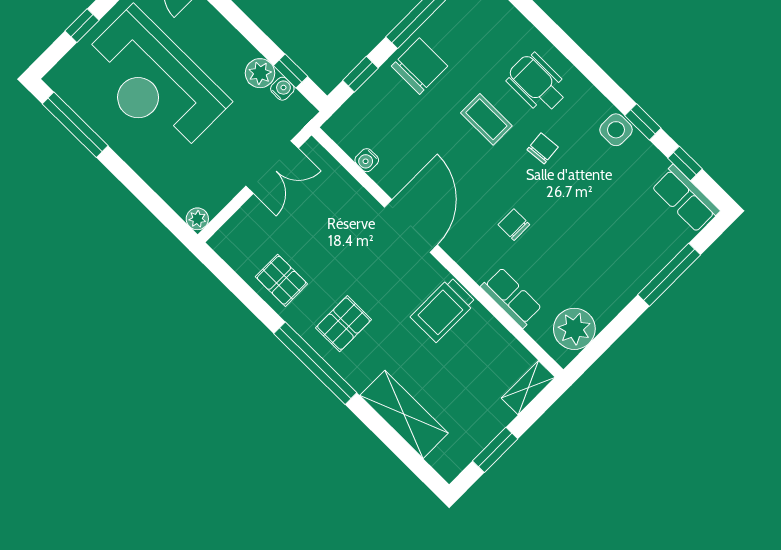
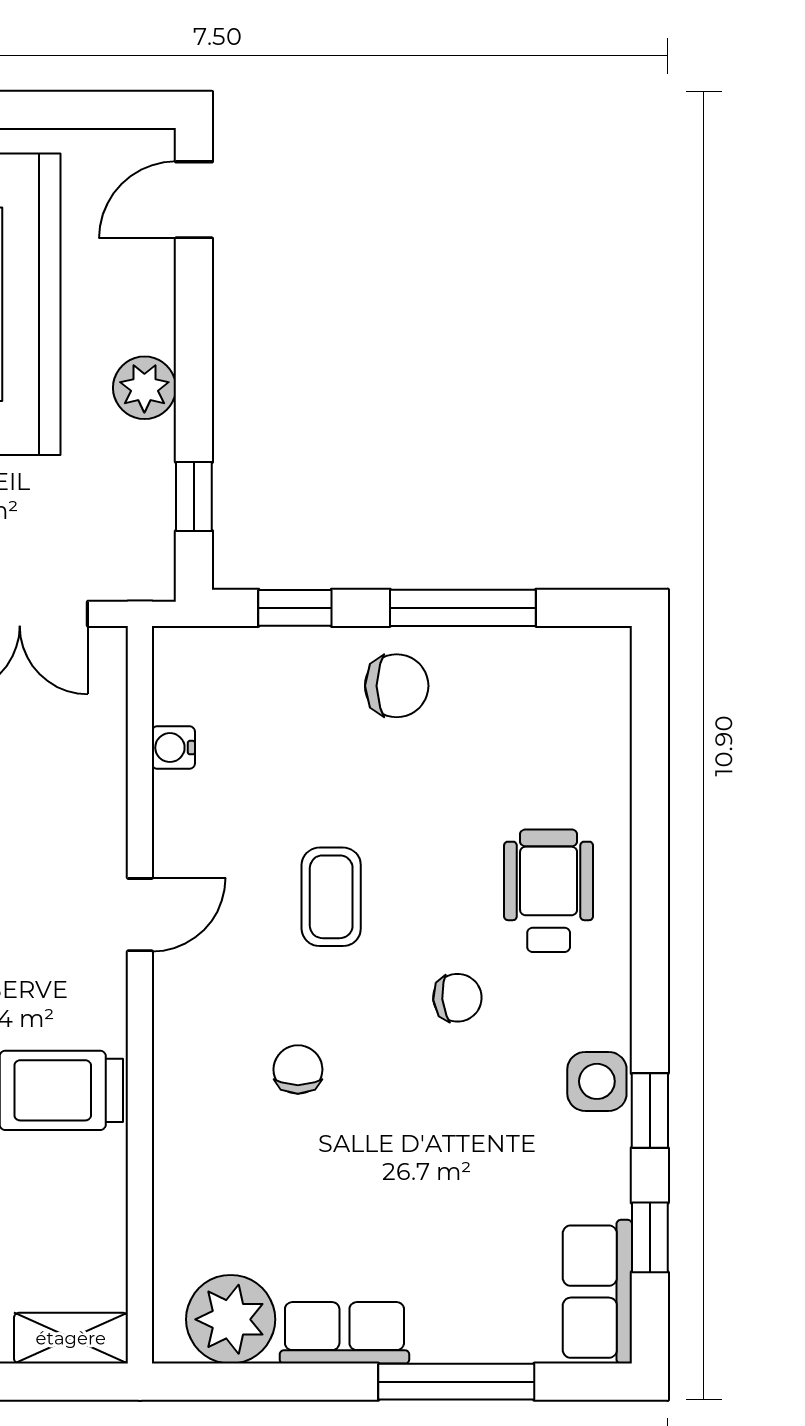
chair: (420, 66) -> (397, 686), width x0.73, depth x0.73
plant: (260, 73) -> (144, 388), moved
water cooler: (282, 89) -> (155, 511), removed
coffee table: (486, 119) -> (331, 897), moved
door: (411, 226) -> (140, 915), width x0.53
row of seats: (511, 298) -> (344, 1333), moved, turned -90

